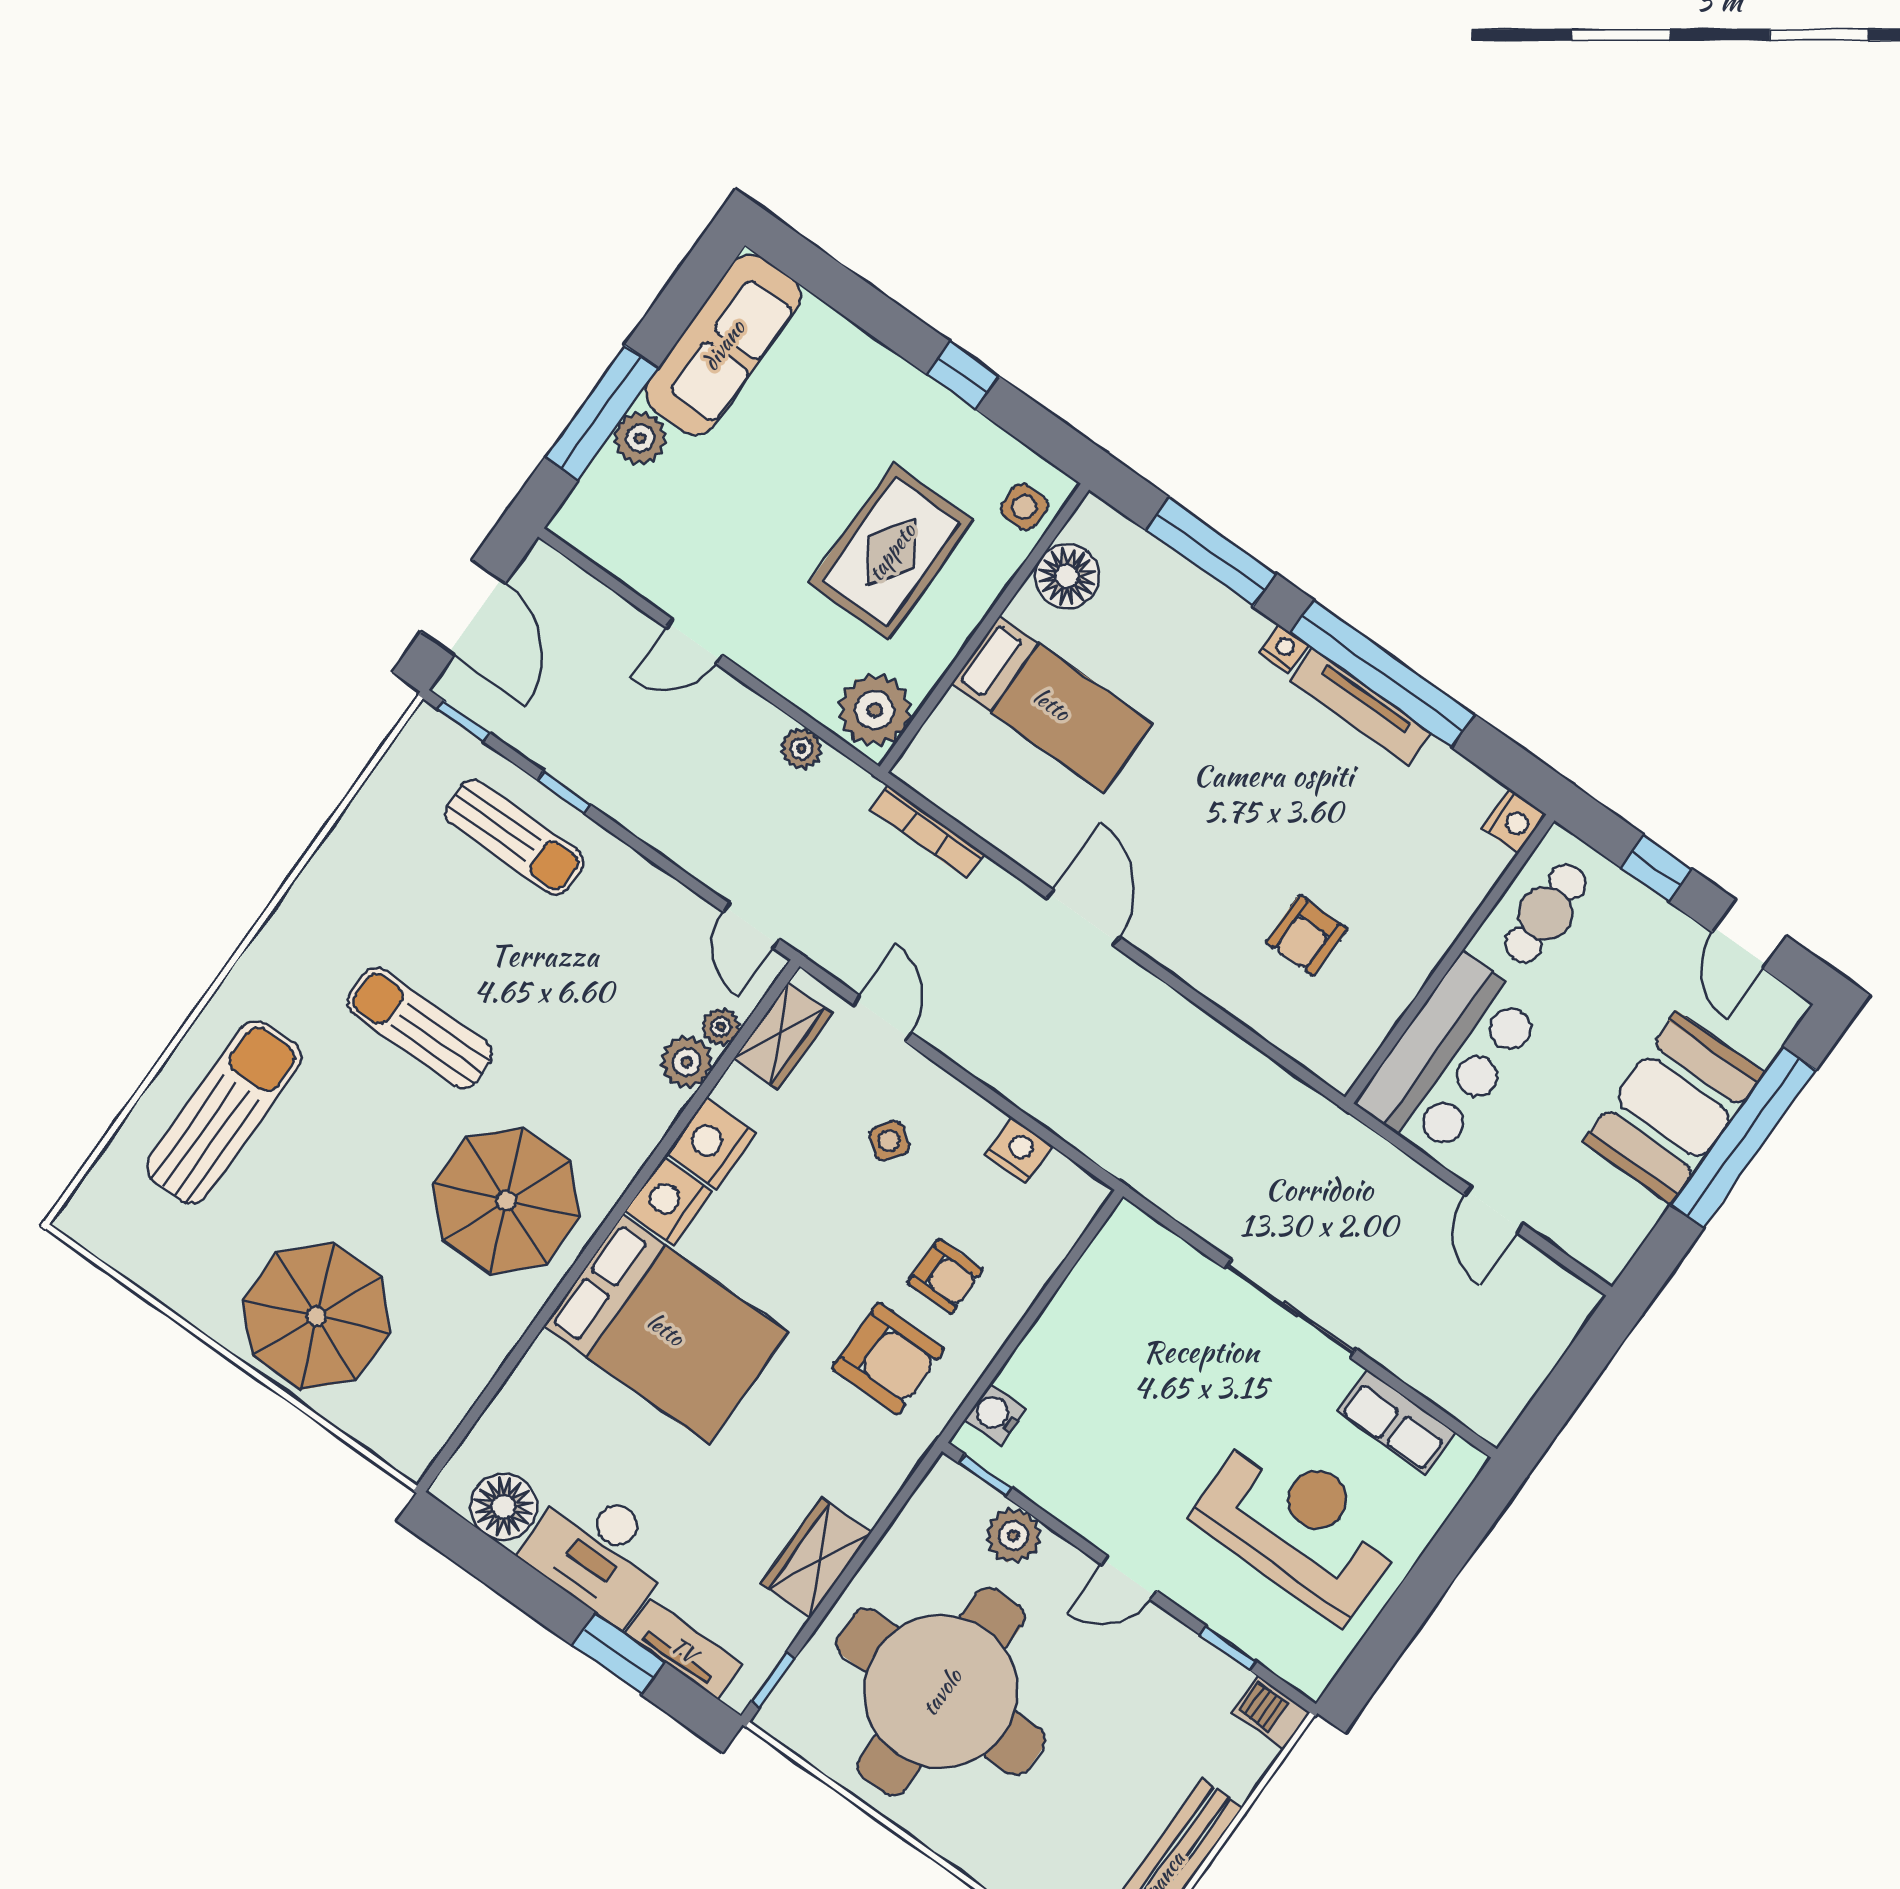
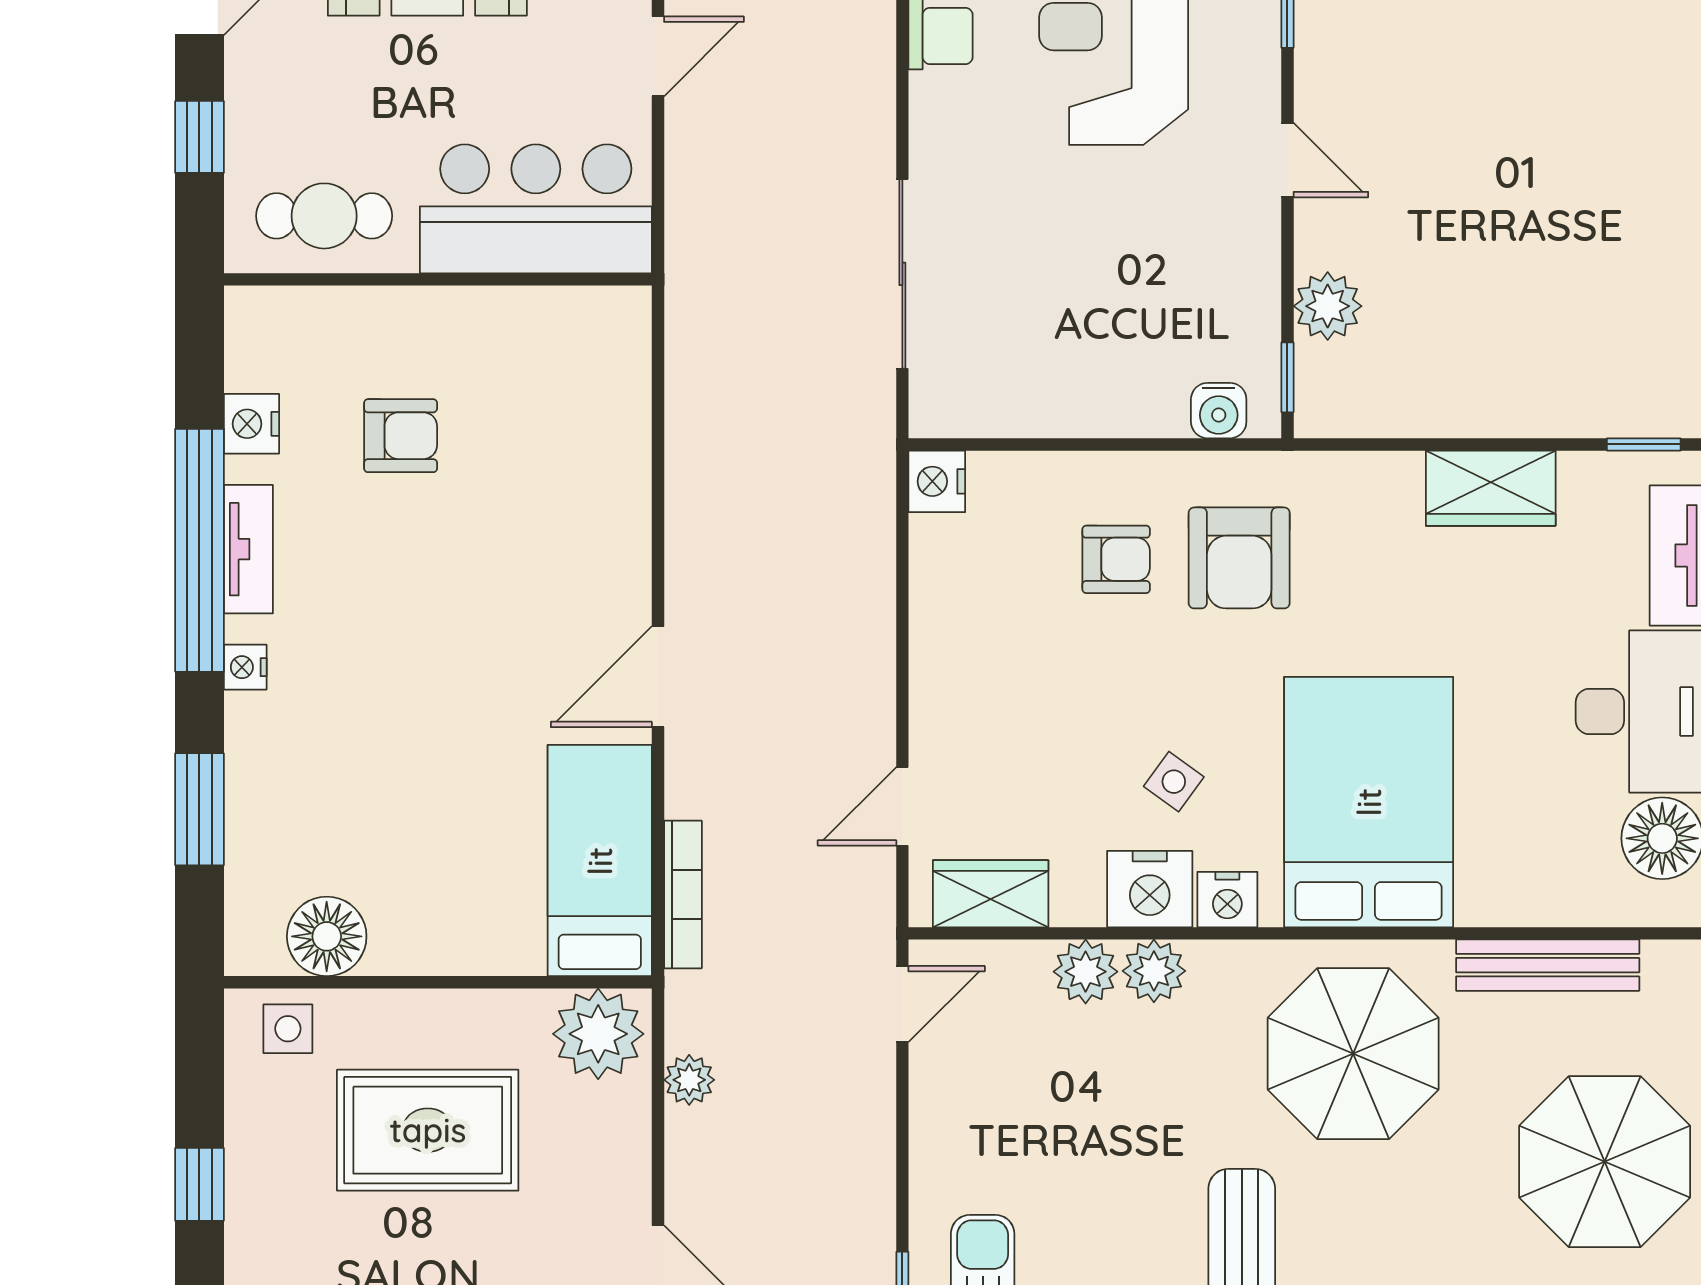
window: (1211, 552) -> (199, 809), width x0.69
bed: (1052, 704) -> (600, 861), moved
tv unit: (1360, 707) -> (248, 549), width x0.71
nightstand: (1514, 821) -> (251, 424), moved, turned -90
armchair: (1307, 936) -> (401, 436), moved
plant: (721, 1027) -> (1154, 971), moved, width x1.38, depth x1.38
side table: (889, 1141) -> (1174, 782), moved
nightstand: (1019, 1150) -> (937, 481), moved
nightstand: (668, 1201) -> (1227, 900), width x0.74, depth x0.75
armchair: (945, 1276) -> (1116, 559), turned 90
sliding door: (1291, 1309) -> (902, 274), moved
armchair: (888, 1358) -> (1239, 558), turned 180
bench: (473, 1371) -> (1548, 965), added
round table: (941, 1692) -> (1536, 267), removed

